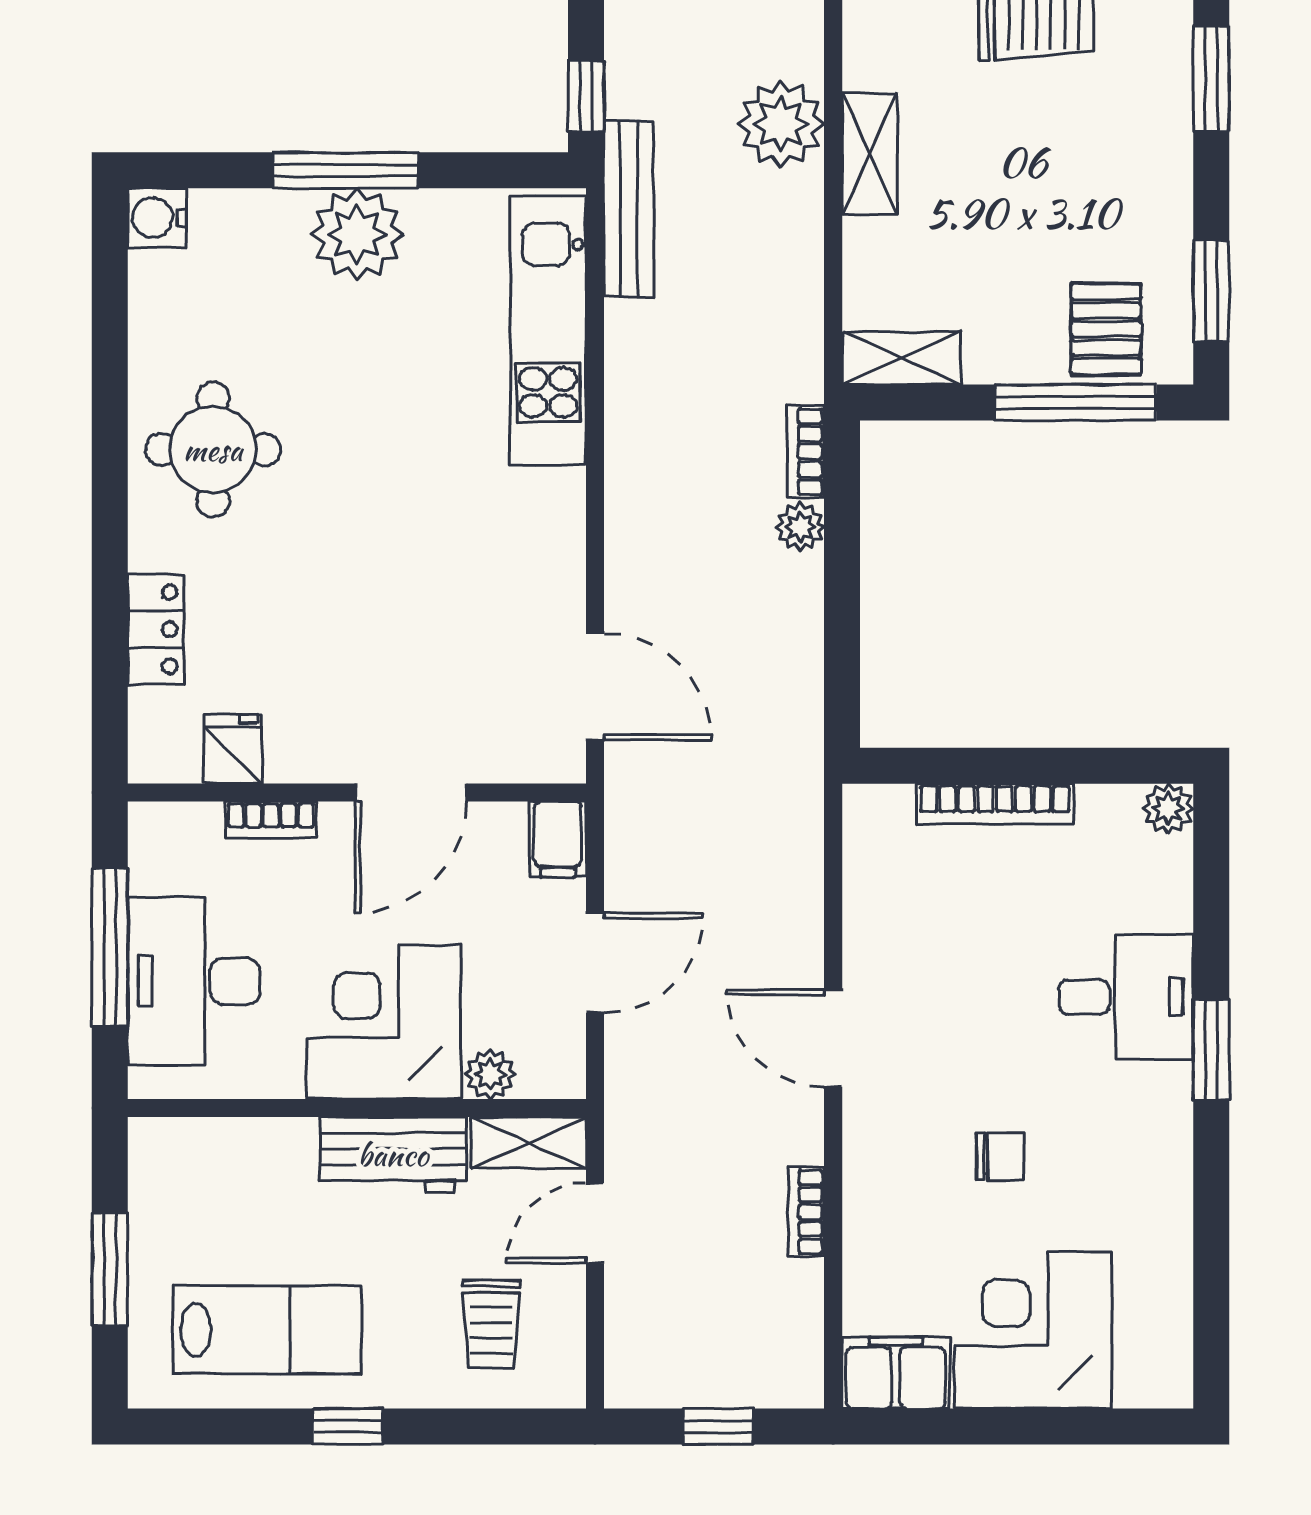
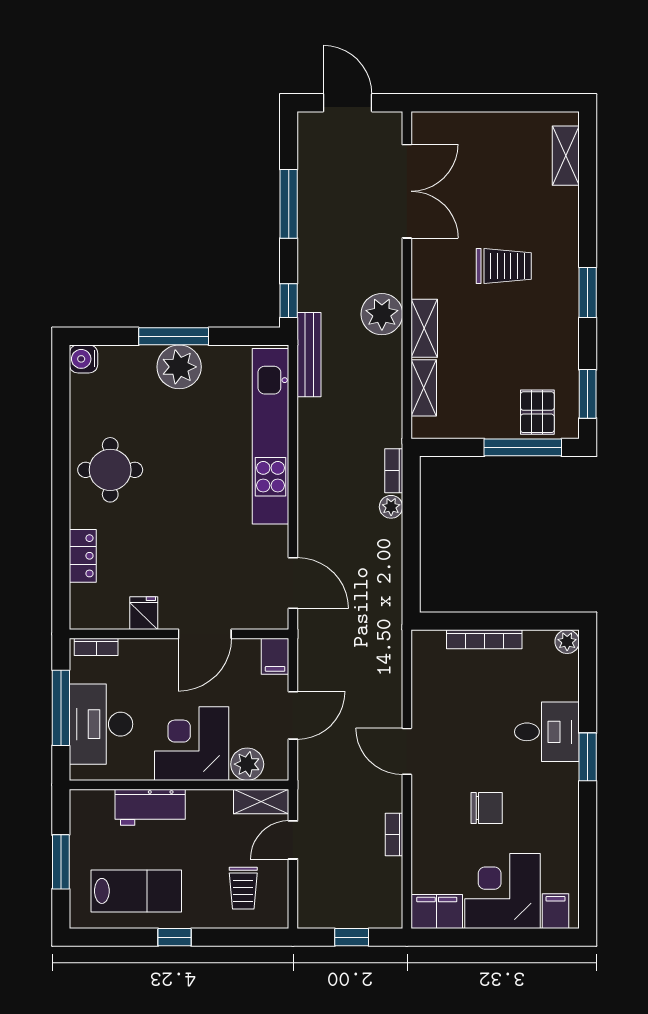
kitchen unit: (548, 331) -> (271, 436), width x1.36
shelving: (902, 358) -> (424, 388), moved, turned 90
fridge: (233, 749) -> (144, 613), moved
bookcase: (271, 820) -> (96, 647), moved
plant: (490, 1074) -> (247, 764), width x1.38, depth x1.38
workbench: (393, 1155) -> (150, 807), moved
chair: (1000, 1156) -> (487, 808), width x1.37, depth x1.37
filing cabinet: (1144, 1372) -> (555, 911), added

